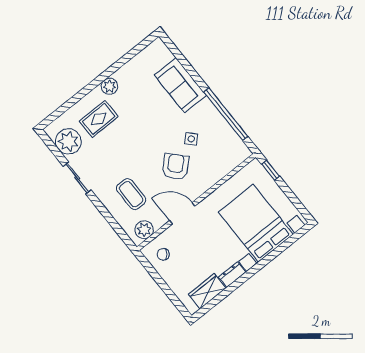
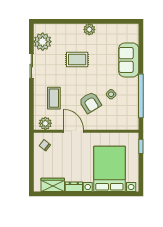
rug: (99, 119) -> (77, 60), moved
armchair: (175, 167) -> (90, 103), turned 101

